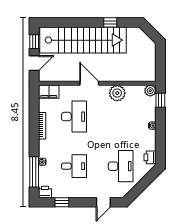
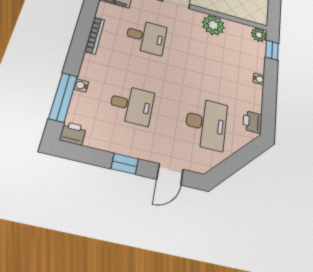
desk: (74, 117) -> (146, 37), width x0.73
window: (62, 202) -> (125, 164), moved

